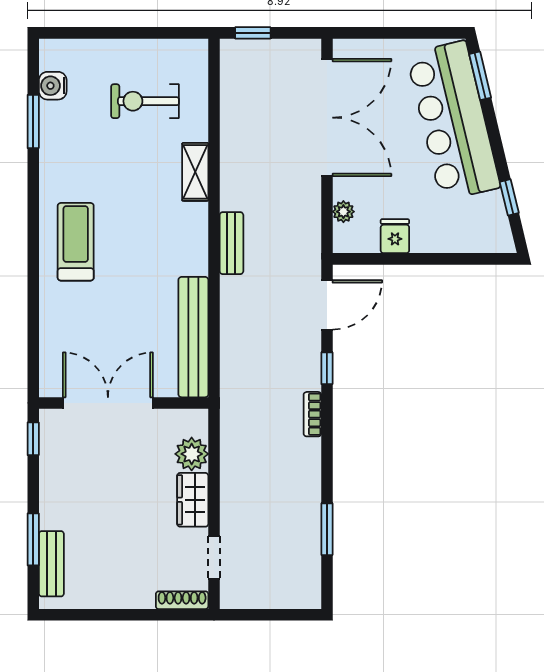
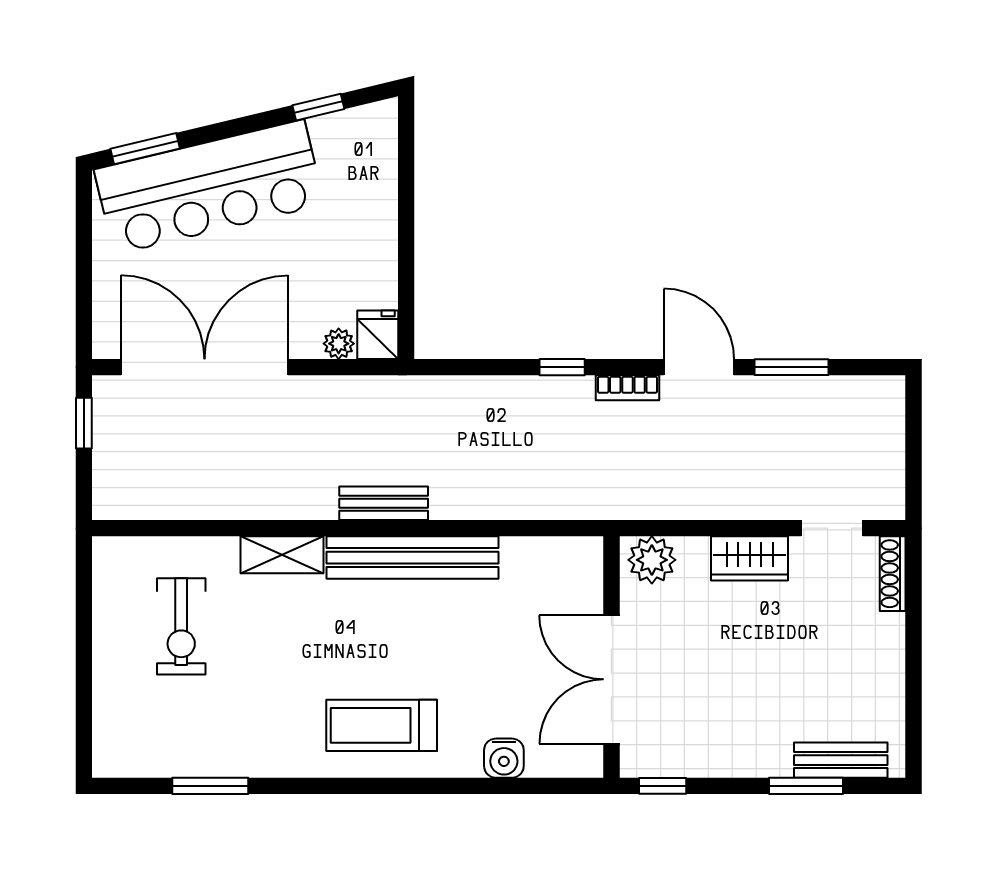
window: (253, 33) -> (84, 423), moved
water cooler: (53, 86) -> (504, 758), moved
fridge: (395, 236) -> (378, 335), moved, turned 90
door: (327, 305) -> (699, 367), moved
bench: (193, 337) -> (413, 558), moved
plant: (192, 454) -> (652, 560), moved

